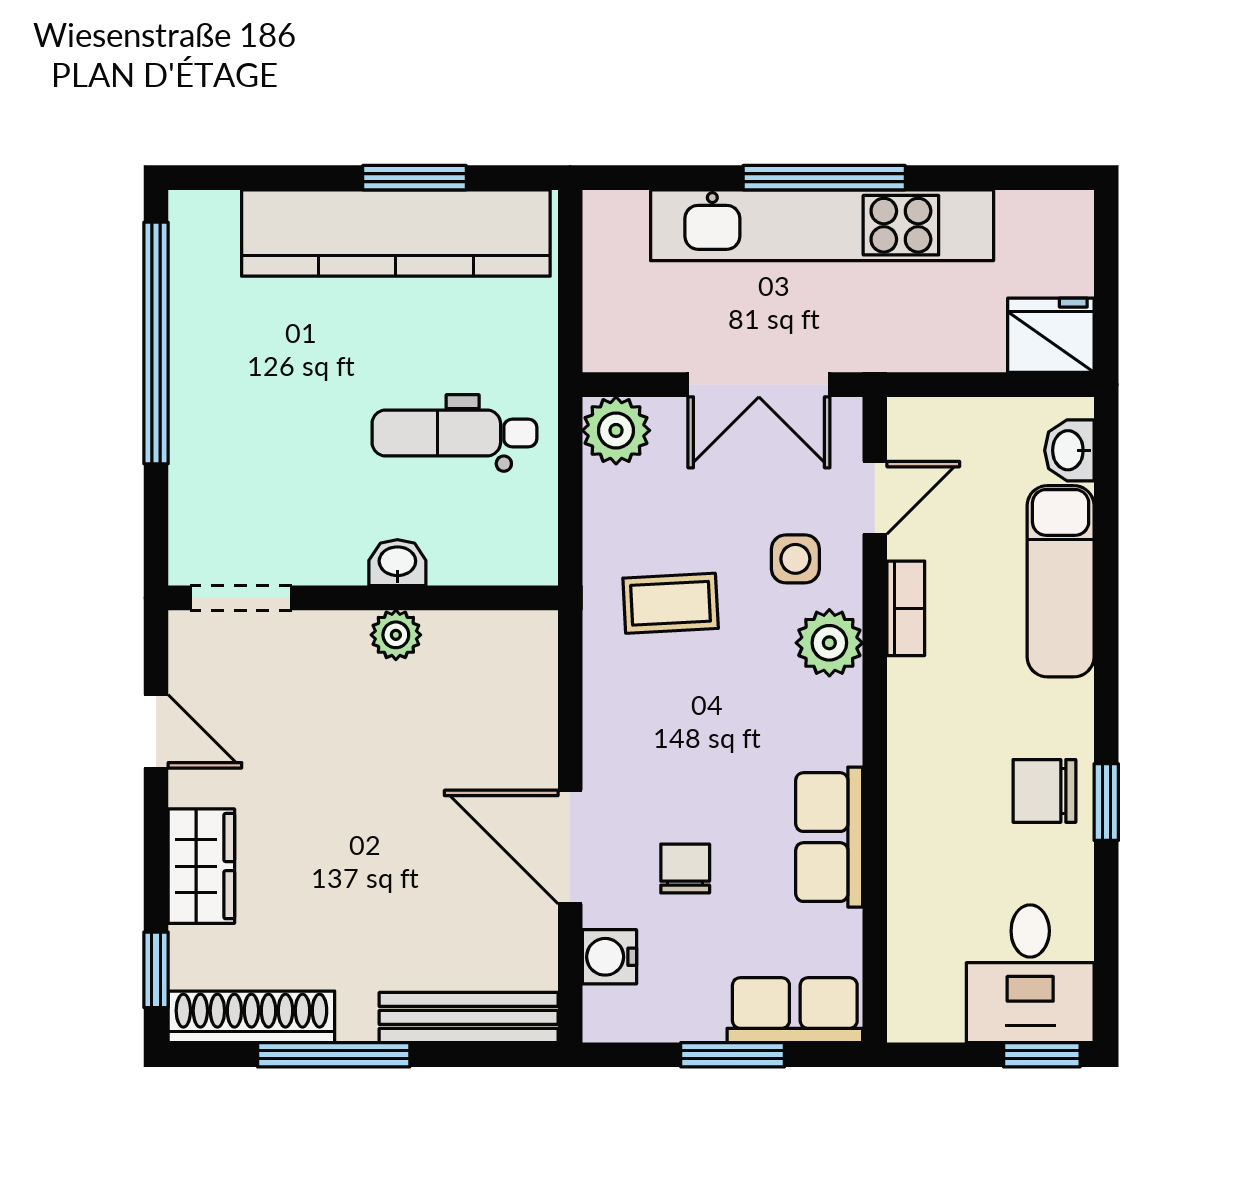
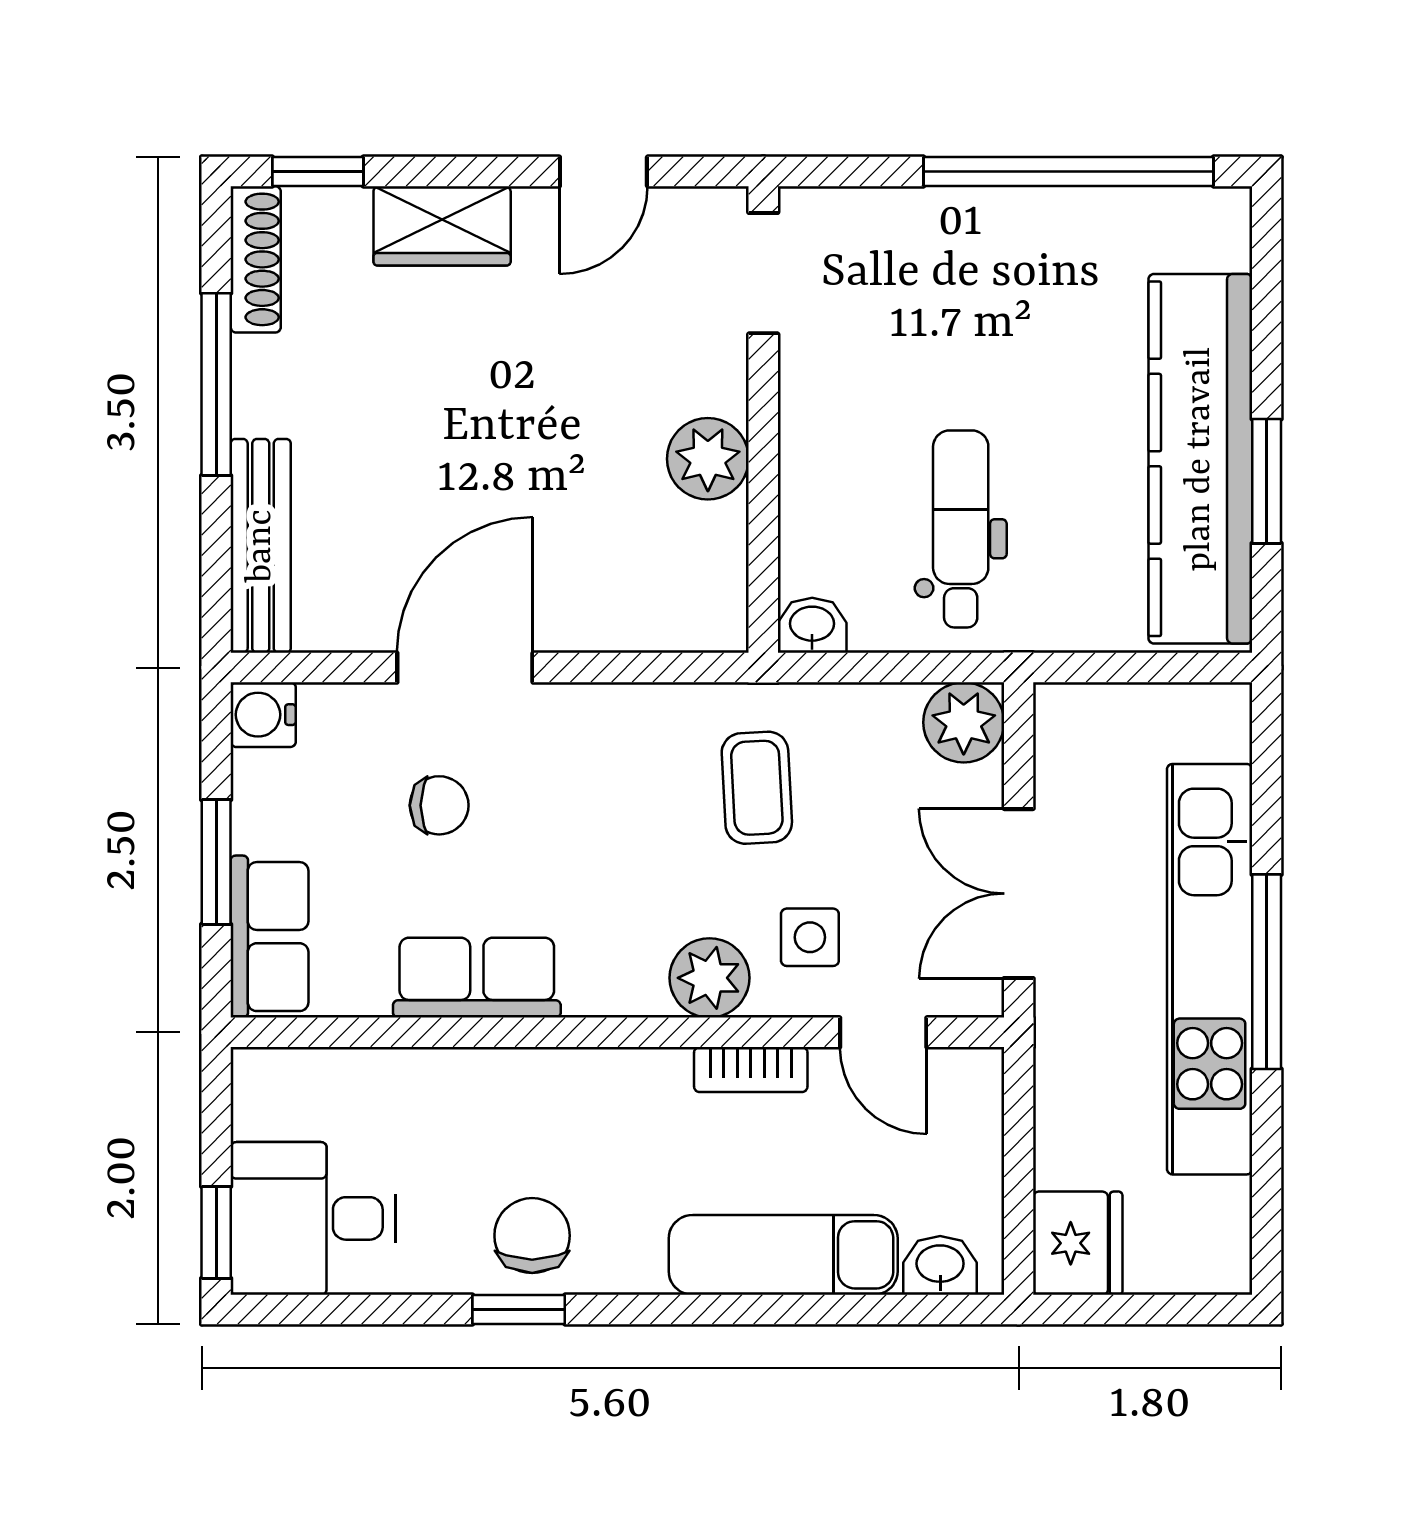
washbasin: (397, 563) -> (812, 625), moved, turned -90
plant: (396, 635) -> (708, 459), width x1.38, depth x1.38
water cooler: (609, 957) -> (263, 715), moved, turned -90
shoe rack: (251, 1017) -> (256, 259), width x0.74, depth x0.81

